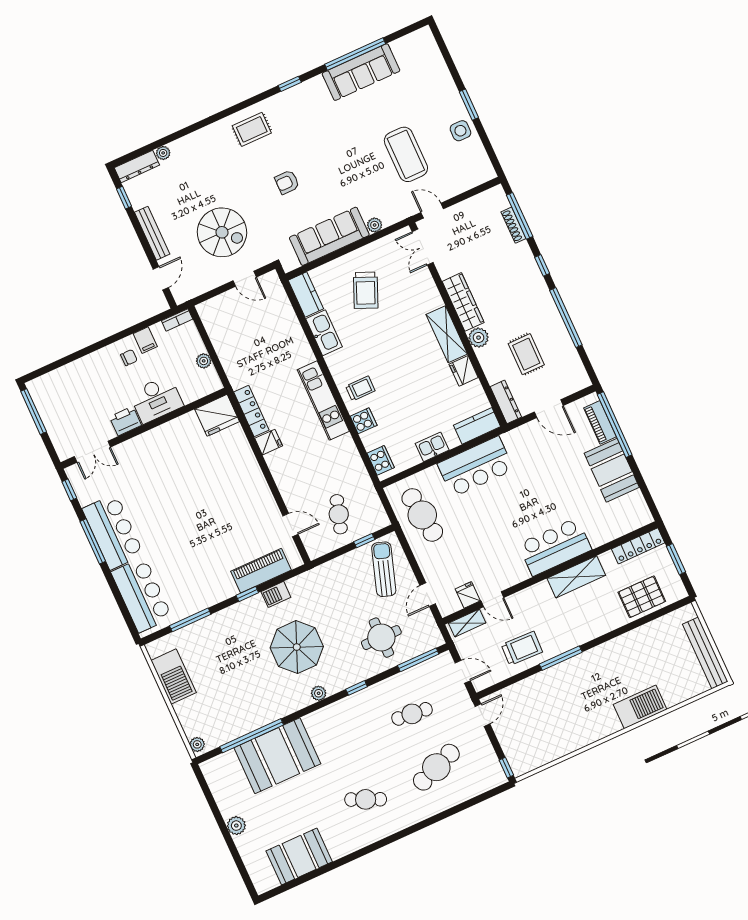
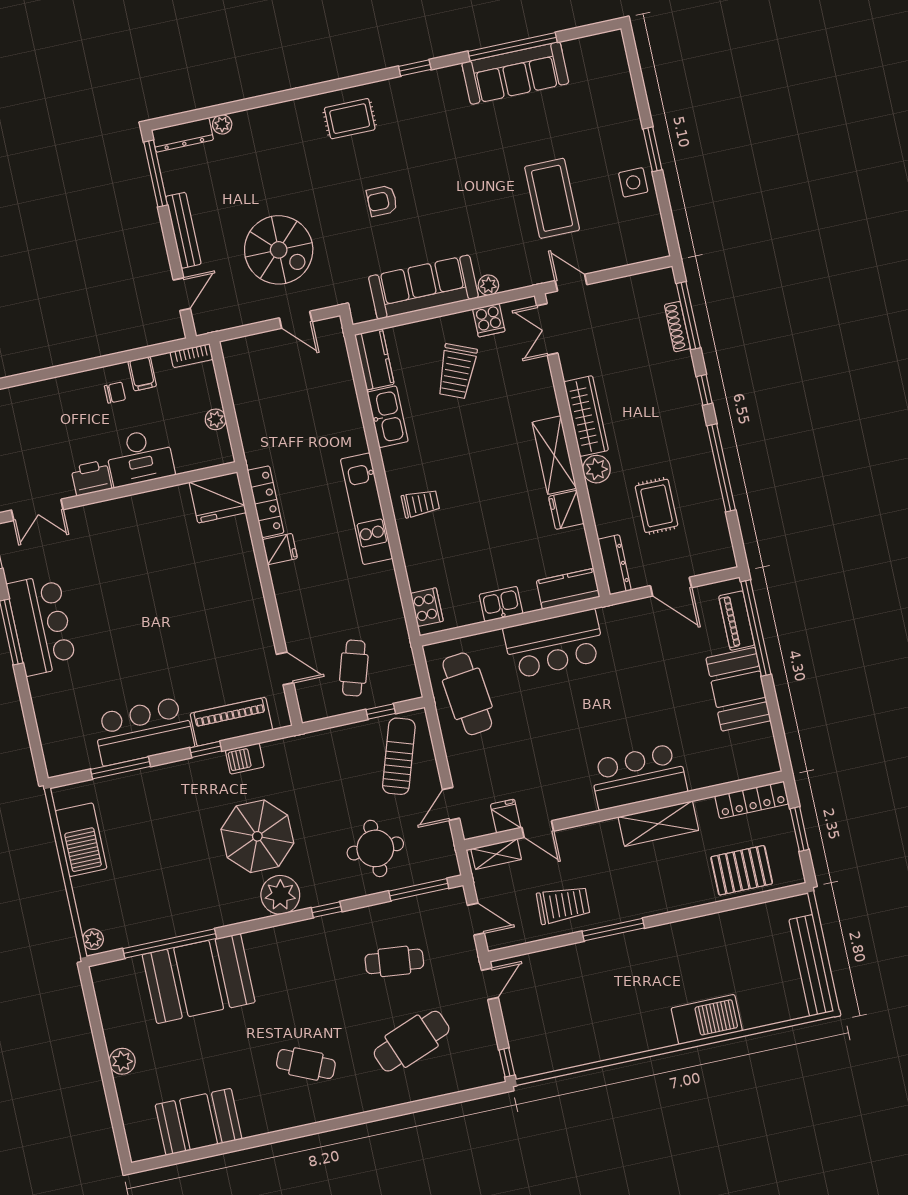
window: (124, 198) -> (156, 174), width x2.17
cooker: (364, 421) -> (489, 320), moved, turned 90
bar counter: (142, 595) -> (144, 731), moved, turned -90
plant: (319, 693) -> (280, 895), width x1.87, depth x1.87

